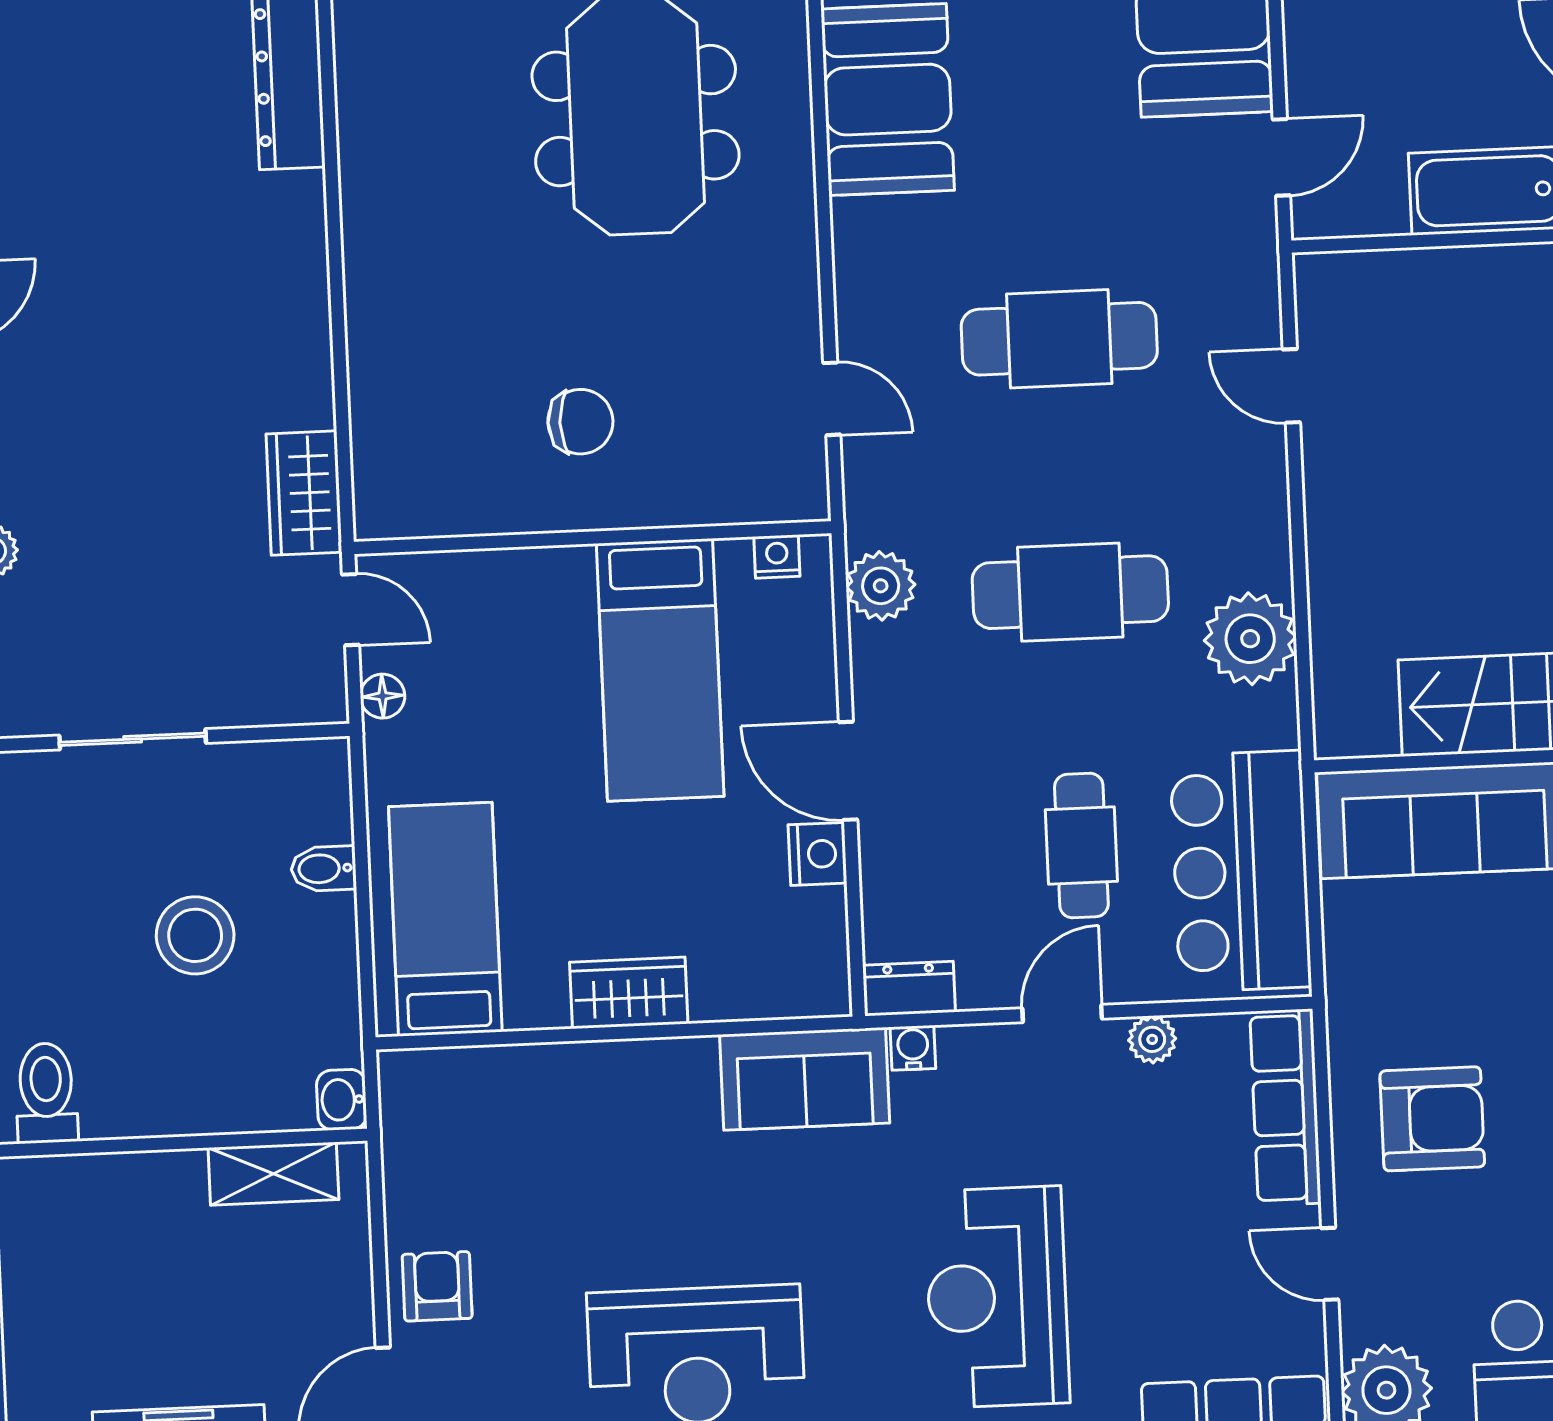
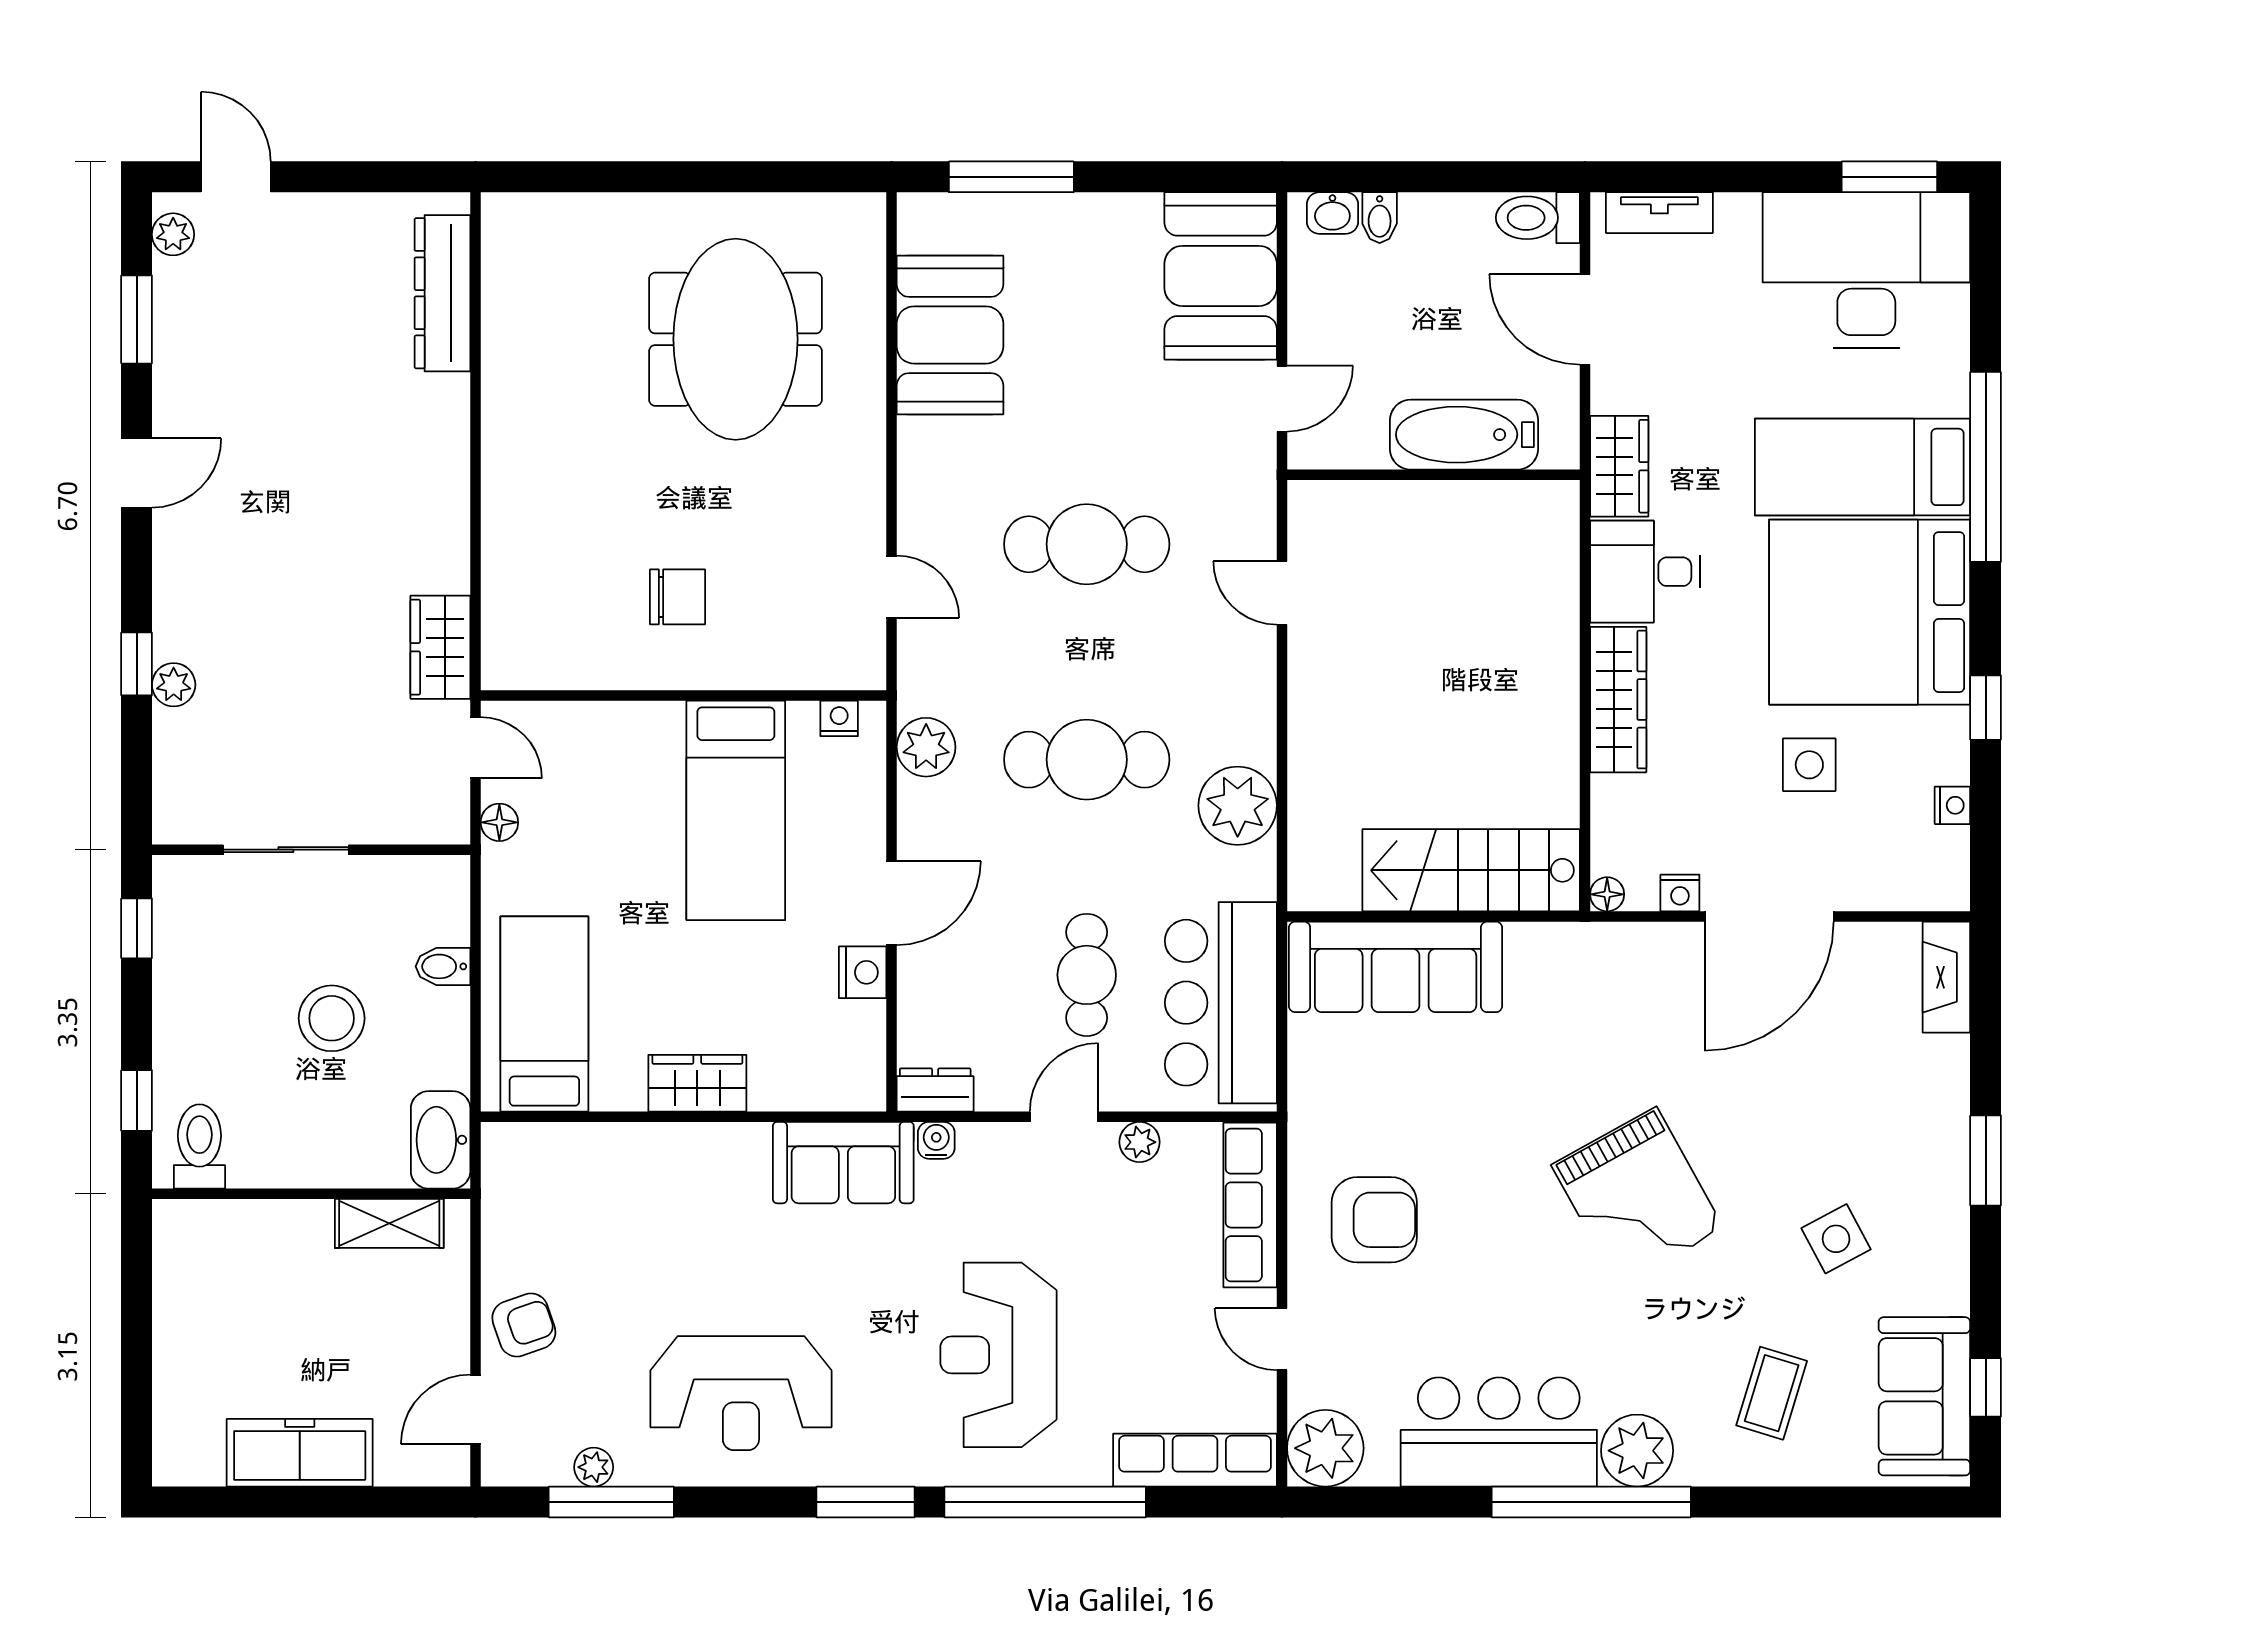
door: (848, 771) -> (892, 903), swing flipped
washbasin: (342, 1100) -> (441, 1140), width x1.91, depth x1.45
armchair: (437, 1286) -> (524, 1325), turned 71

